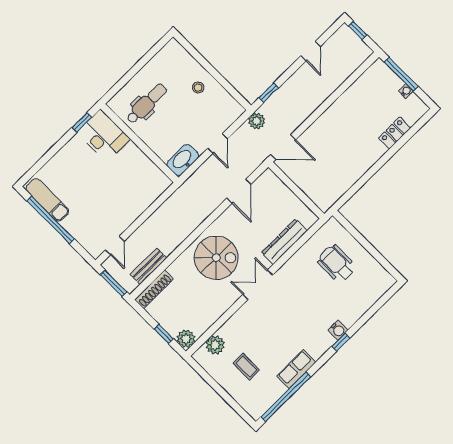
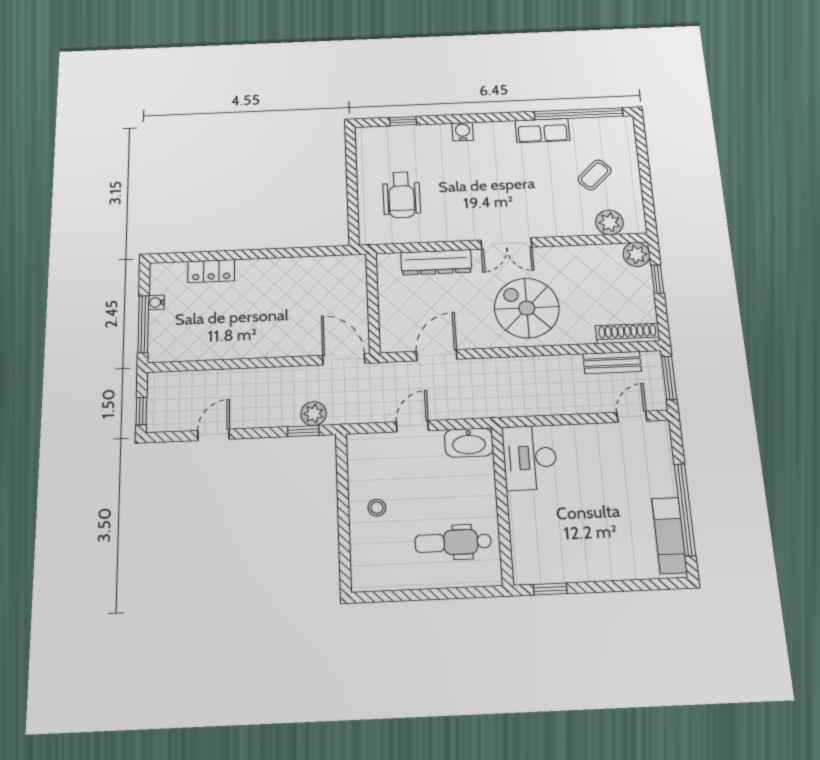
plant: (257, 121) -> (314, 414), moved
desk: (104, 136) -> (530, 458), moved
window: (341, 342) -> (403, 121), moved
coffee table: (246, 367) -> (595, 175), turned 46

